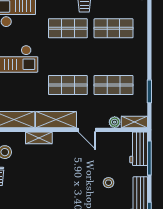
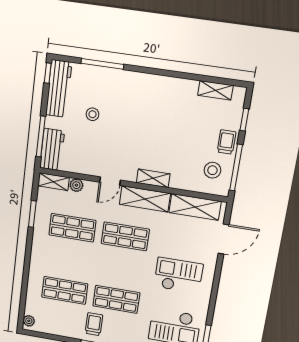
door: (87, 130) -> (110, 181), swing flipped
shelving: (39, 138) -> (153, 178), moved

